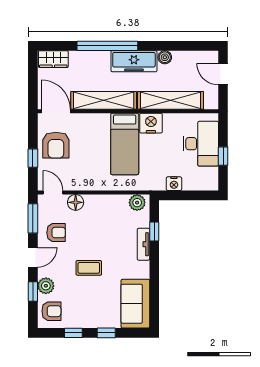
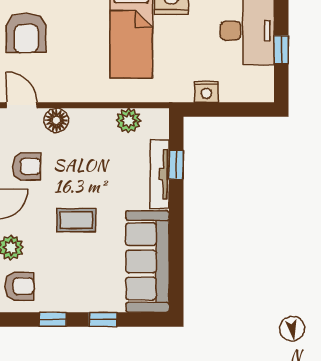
plant: (137, 203) -> (128, 121), moved
tv unit: (143, 244) -> (160, 174), width x1.41
sofa: (135, 304) -> (147, 261), width x1.36

